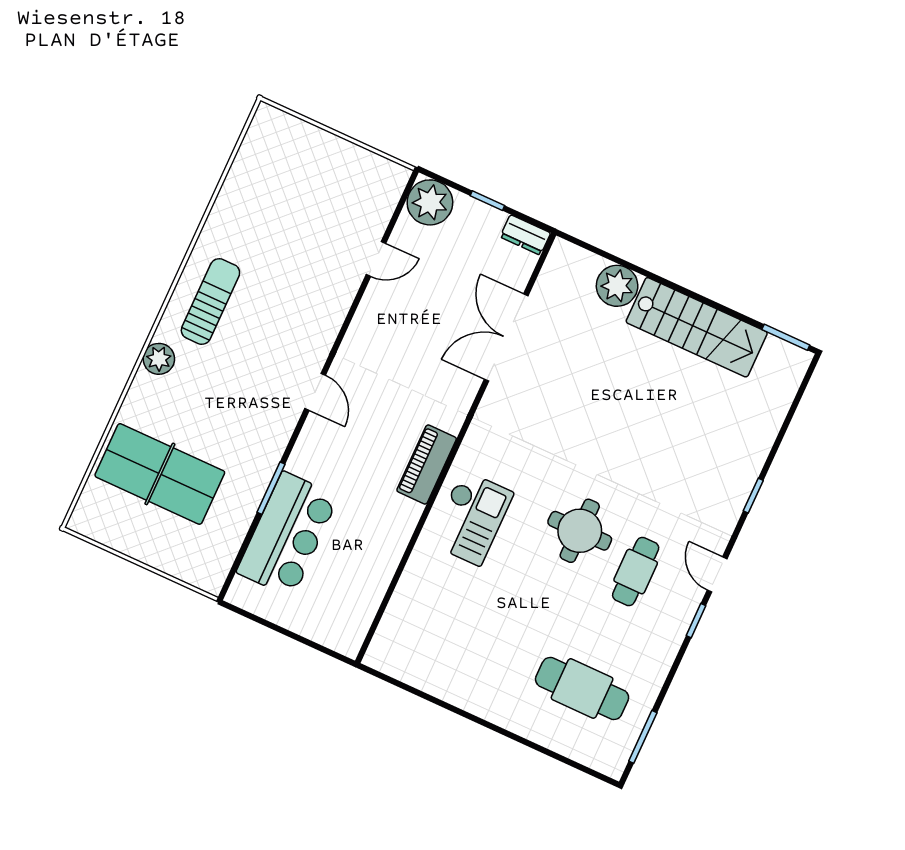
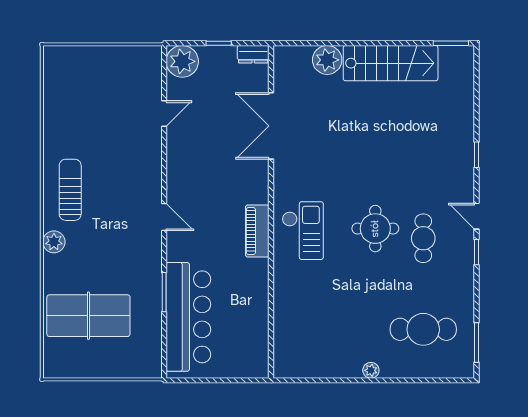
checkout: (471, 518) -> (303, 231), moved
bar counter: (288, 534) -> (188, 317), width x1.36
plant: (491, 710) -> (371, 370), added

